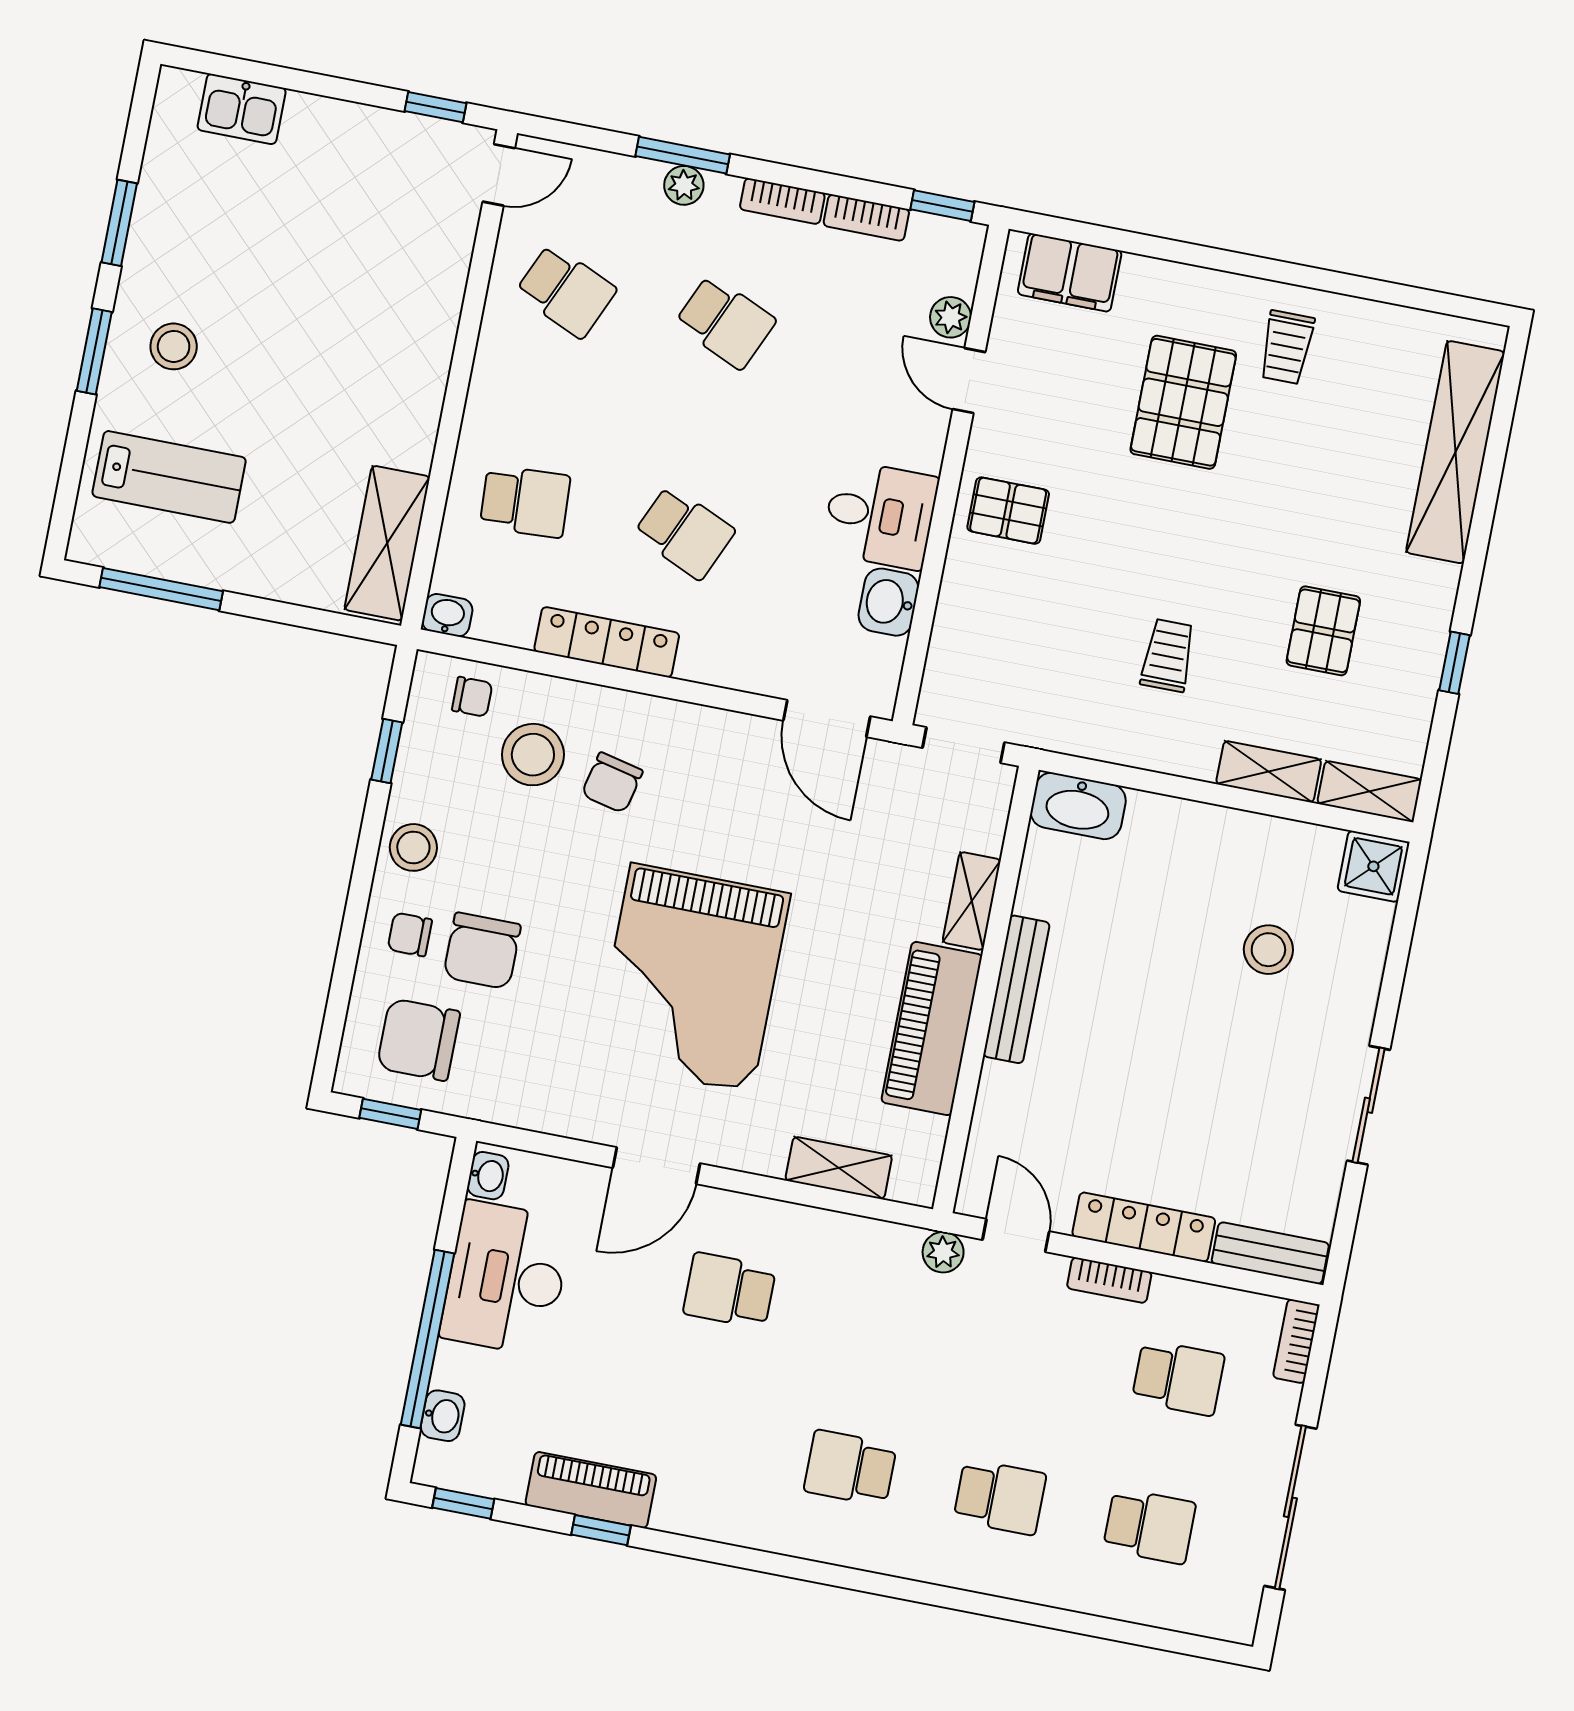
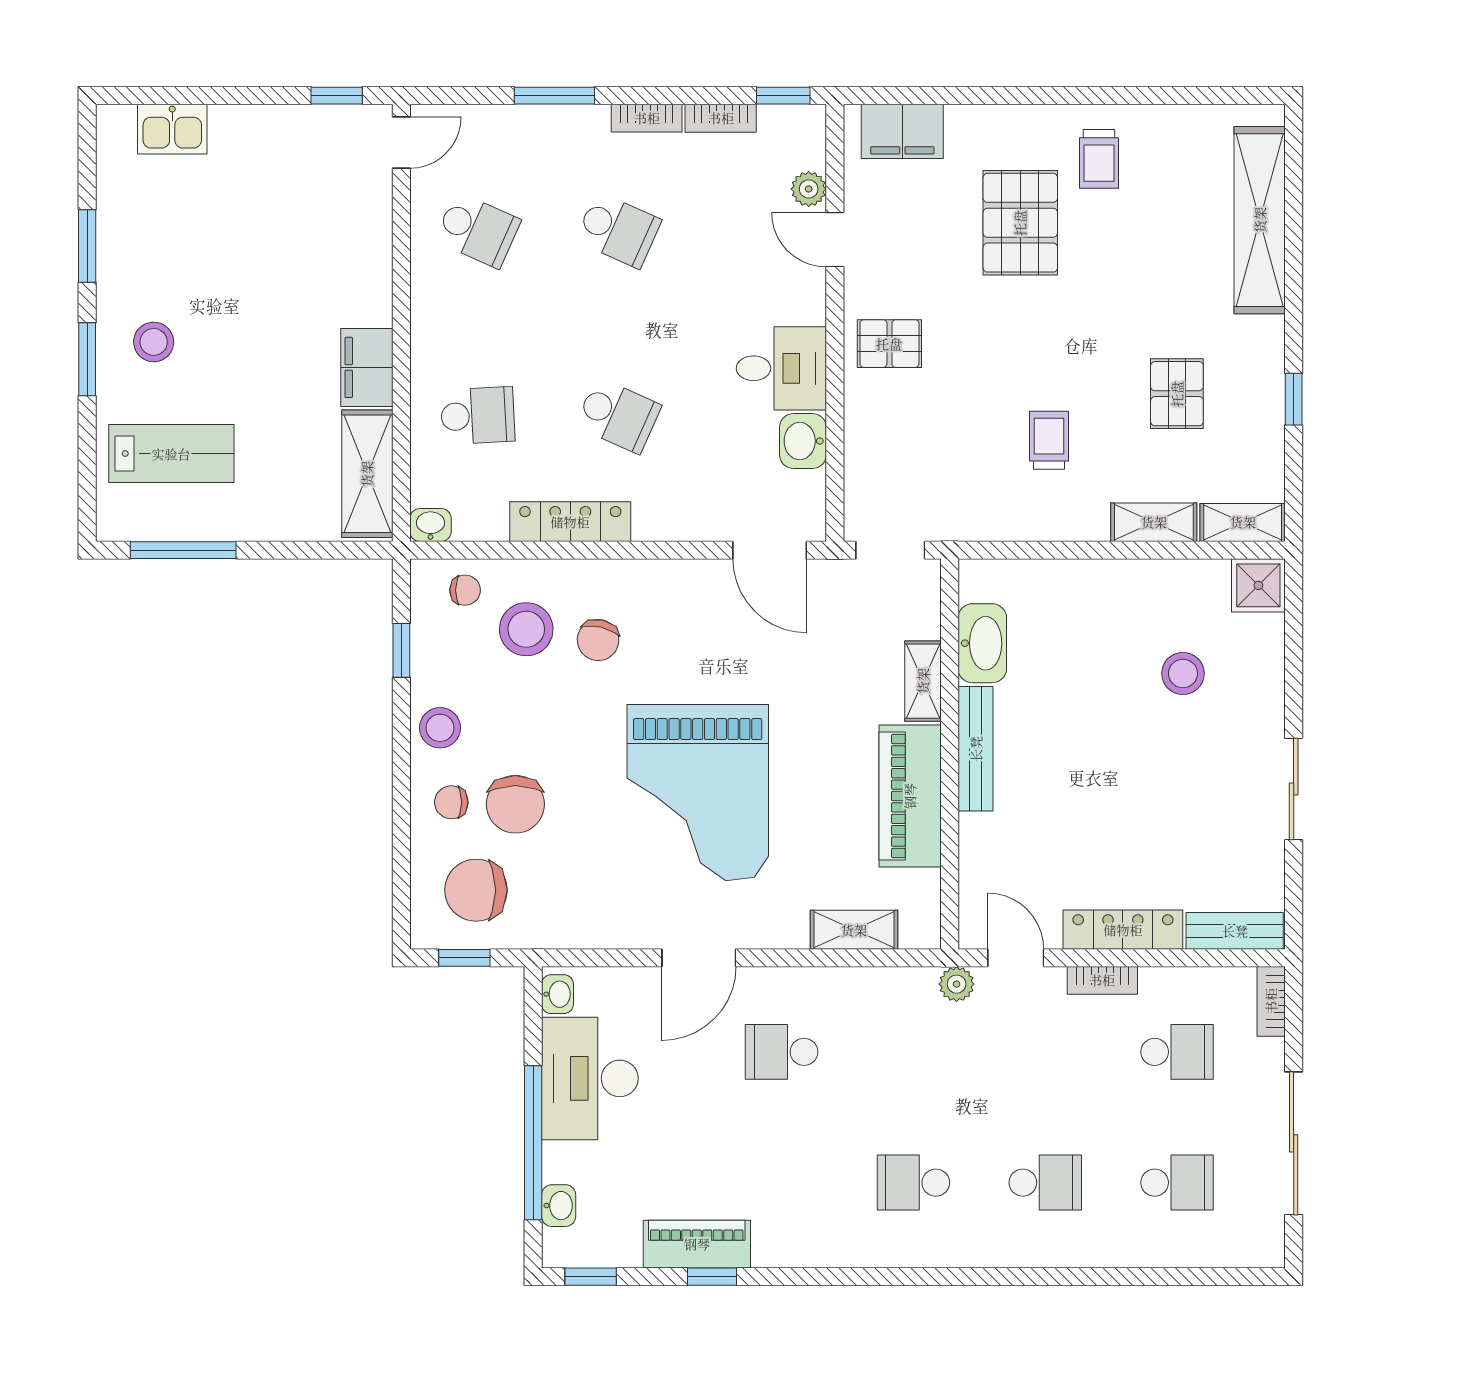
plant: (684, 185) -> (560, 121), removed
filing cabinet: (410, 422) -> (367, 367), added
washbasin: (1078, 806) -> (982, 643), moved, turned -90

